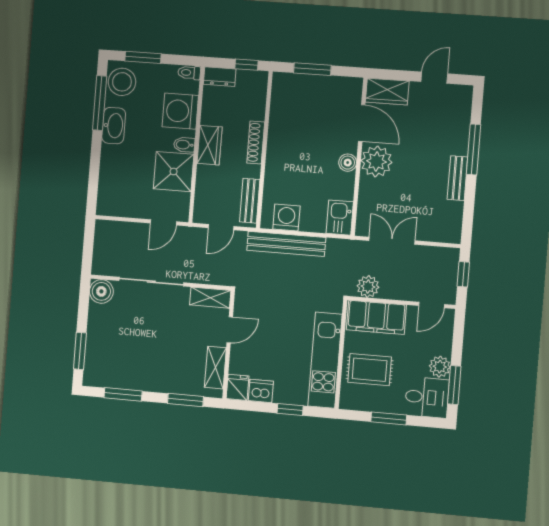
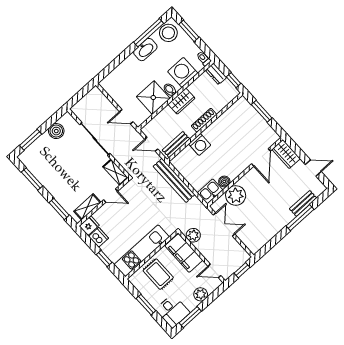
plant: (376, 161) -> (236, 195), moved
boiler: (348, 163) -> (224, 181), moved
bench: (457, 178) -> (303, 203), moved
washing machine: (286, 218) -> (200, 145), moved, turned 90
boiler: (101, 291) -> (56, 131), moved
plant: (440, 367) -> (201, 294), moved

